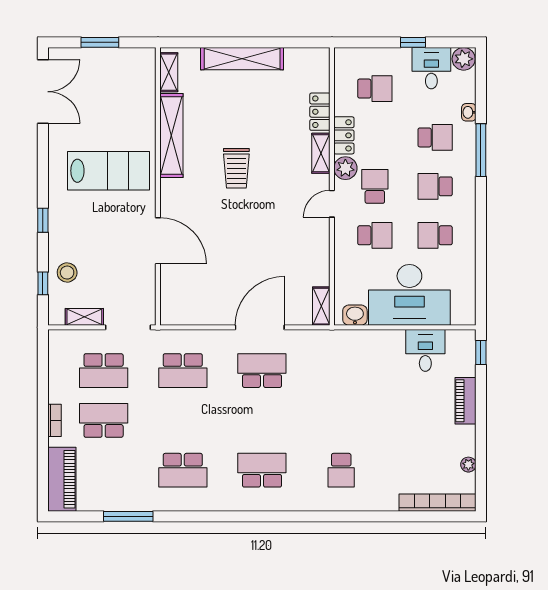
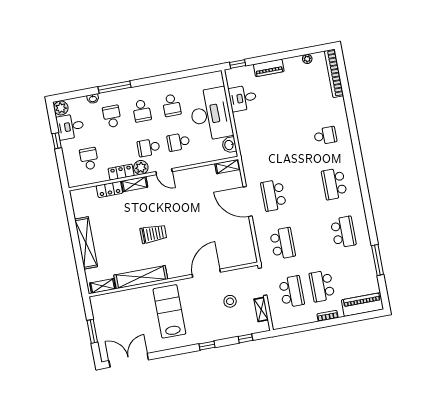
school desk: (375, 235) -> (178, 142), turned -90
stool: (67, 273) -> (230, 301), moved

